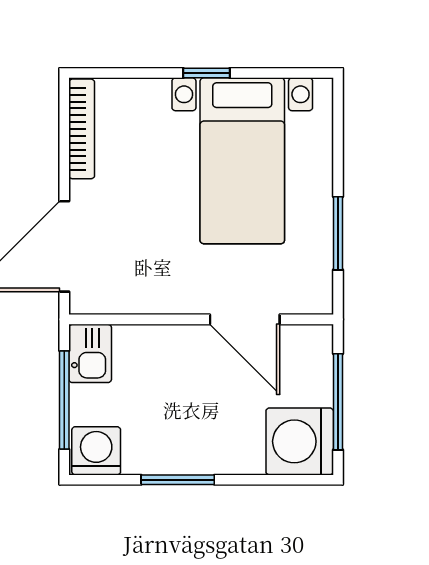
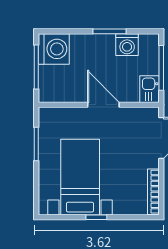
door: (245, 319) -> (103, 105), moved
washing machine: (96, 451) -> (127, 45), moved

